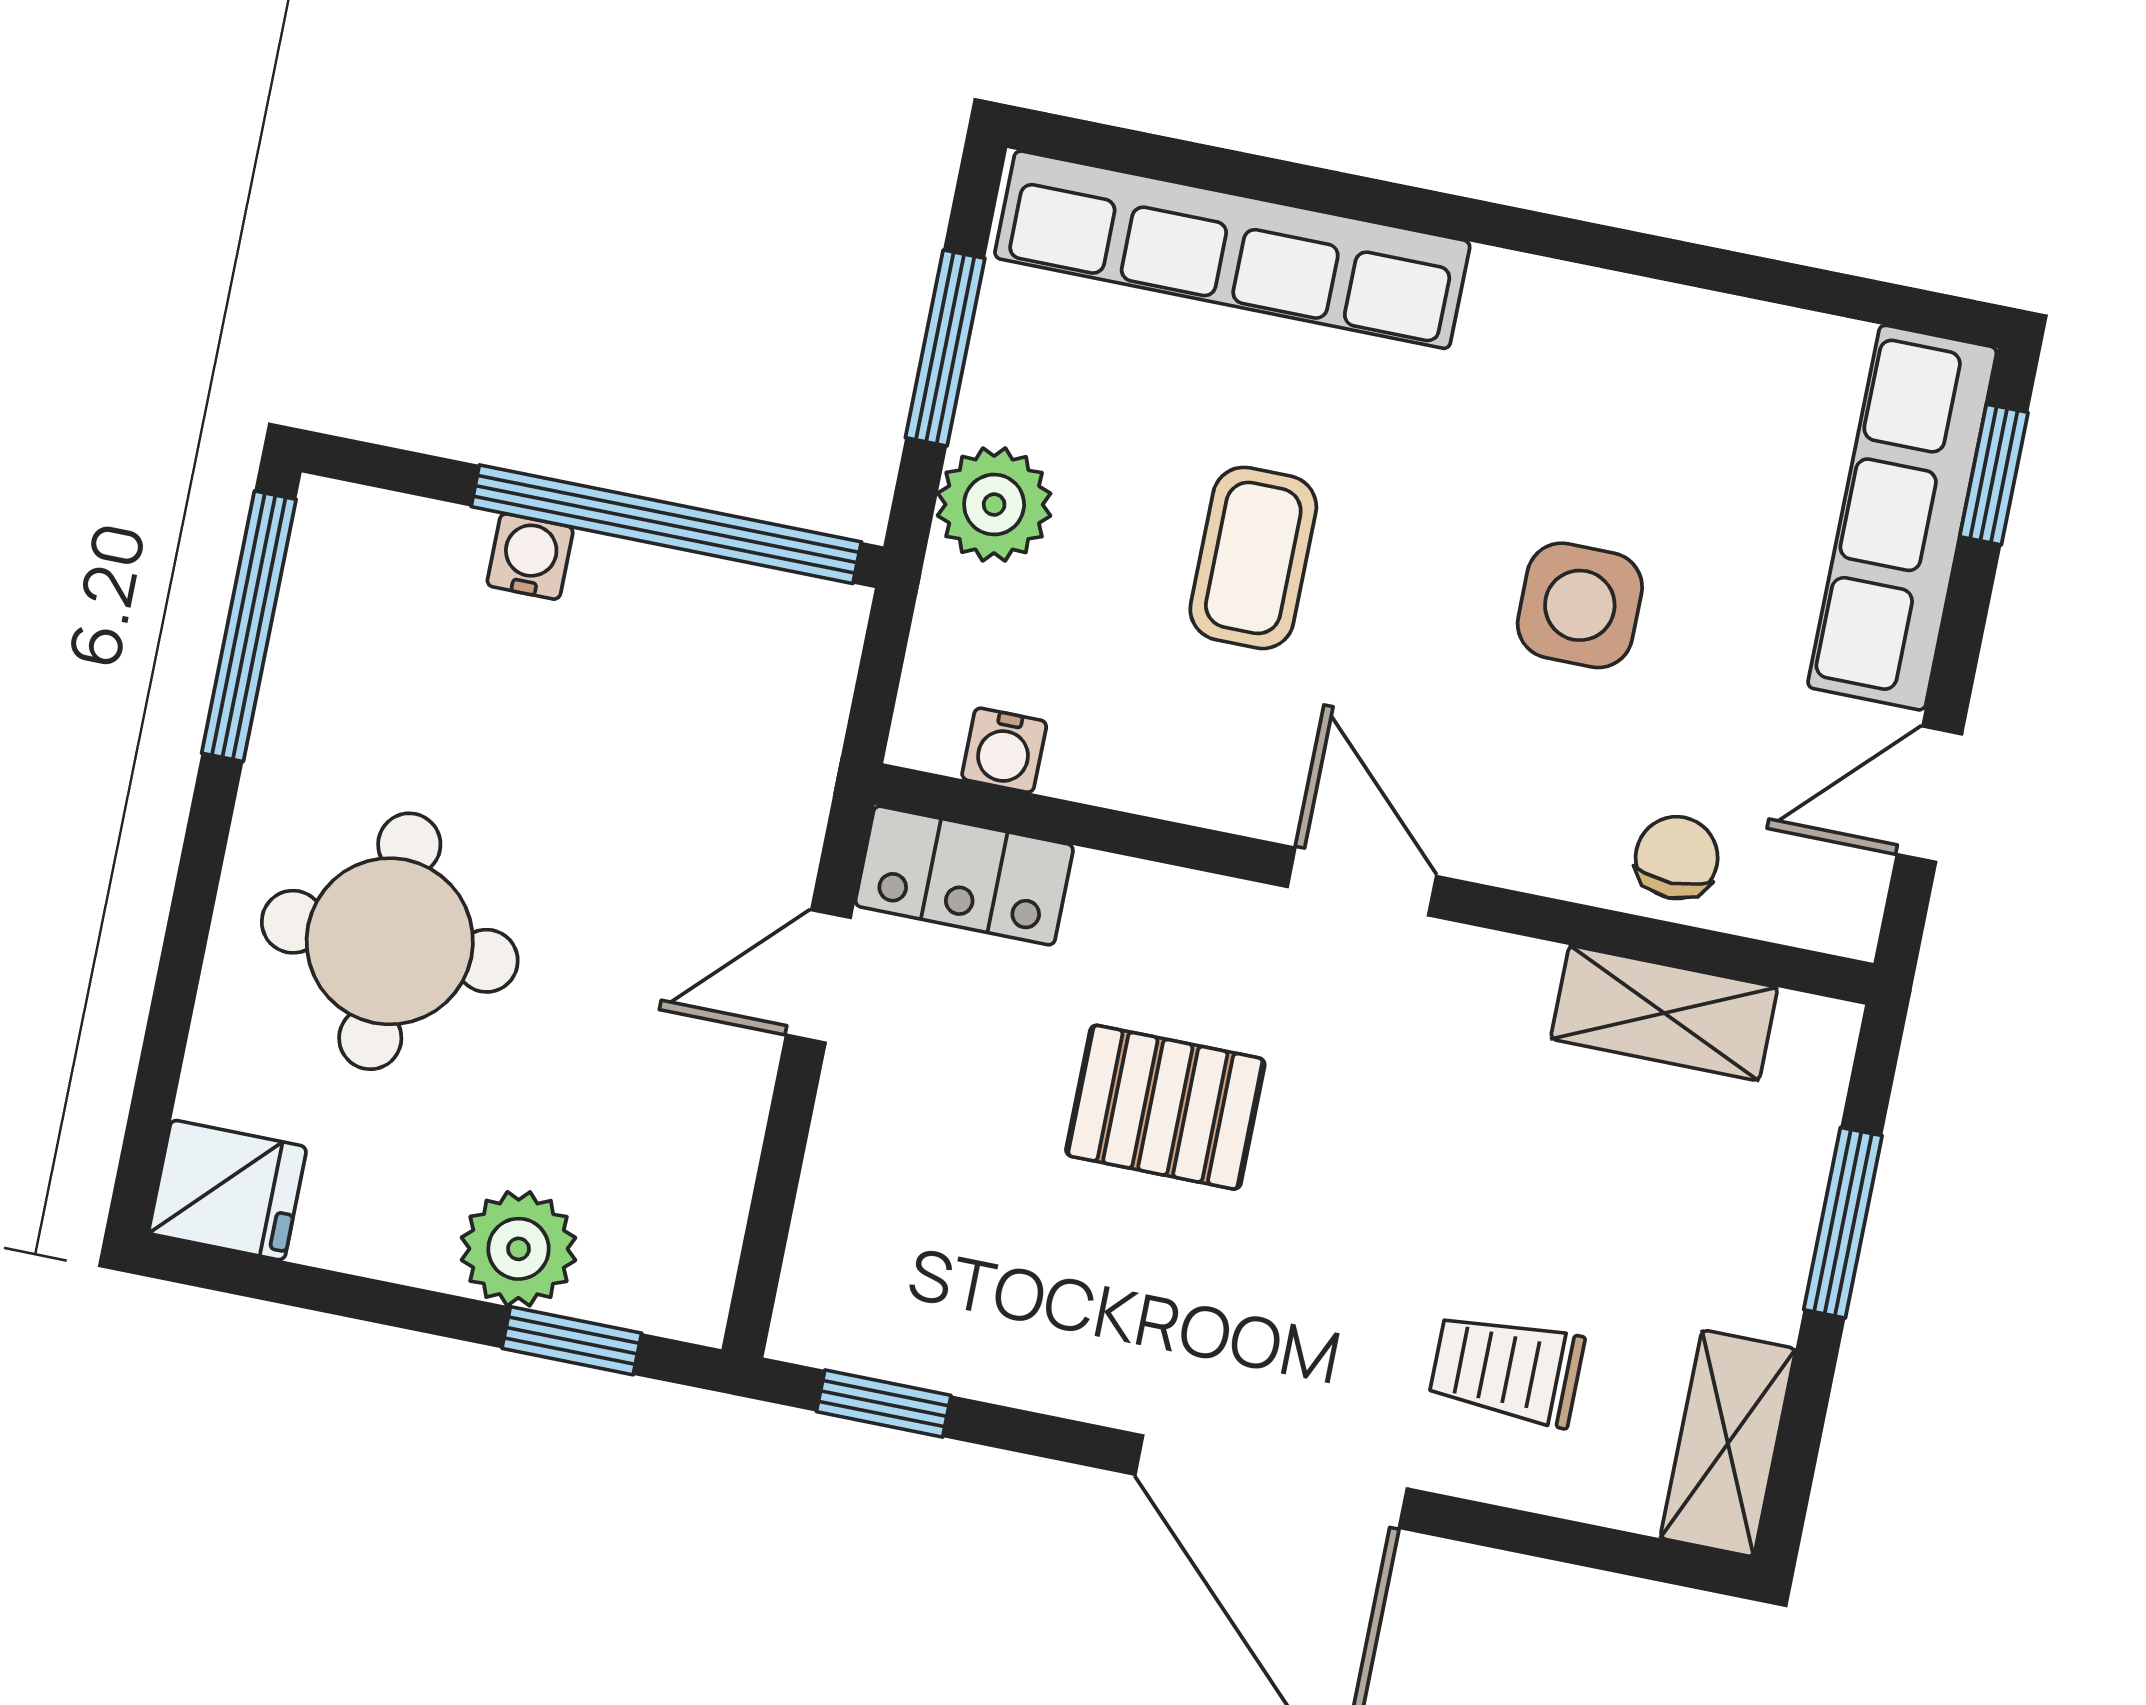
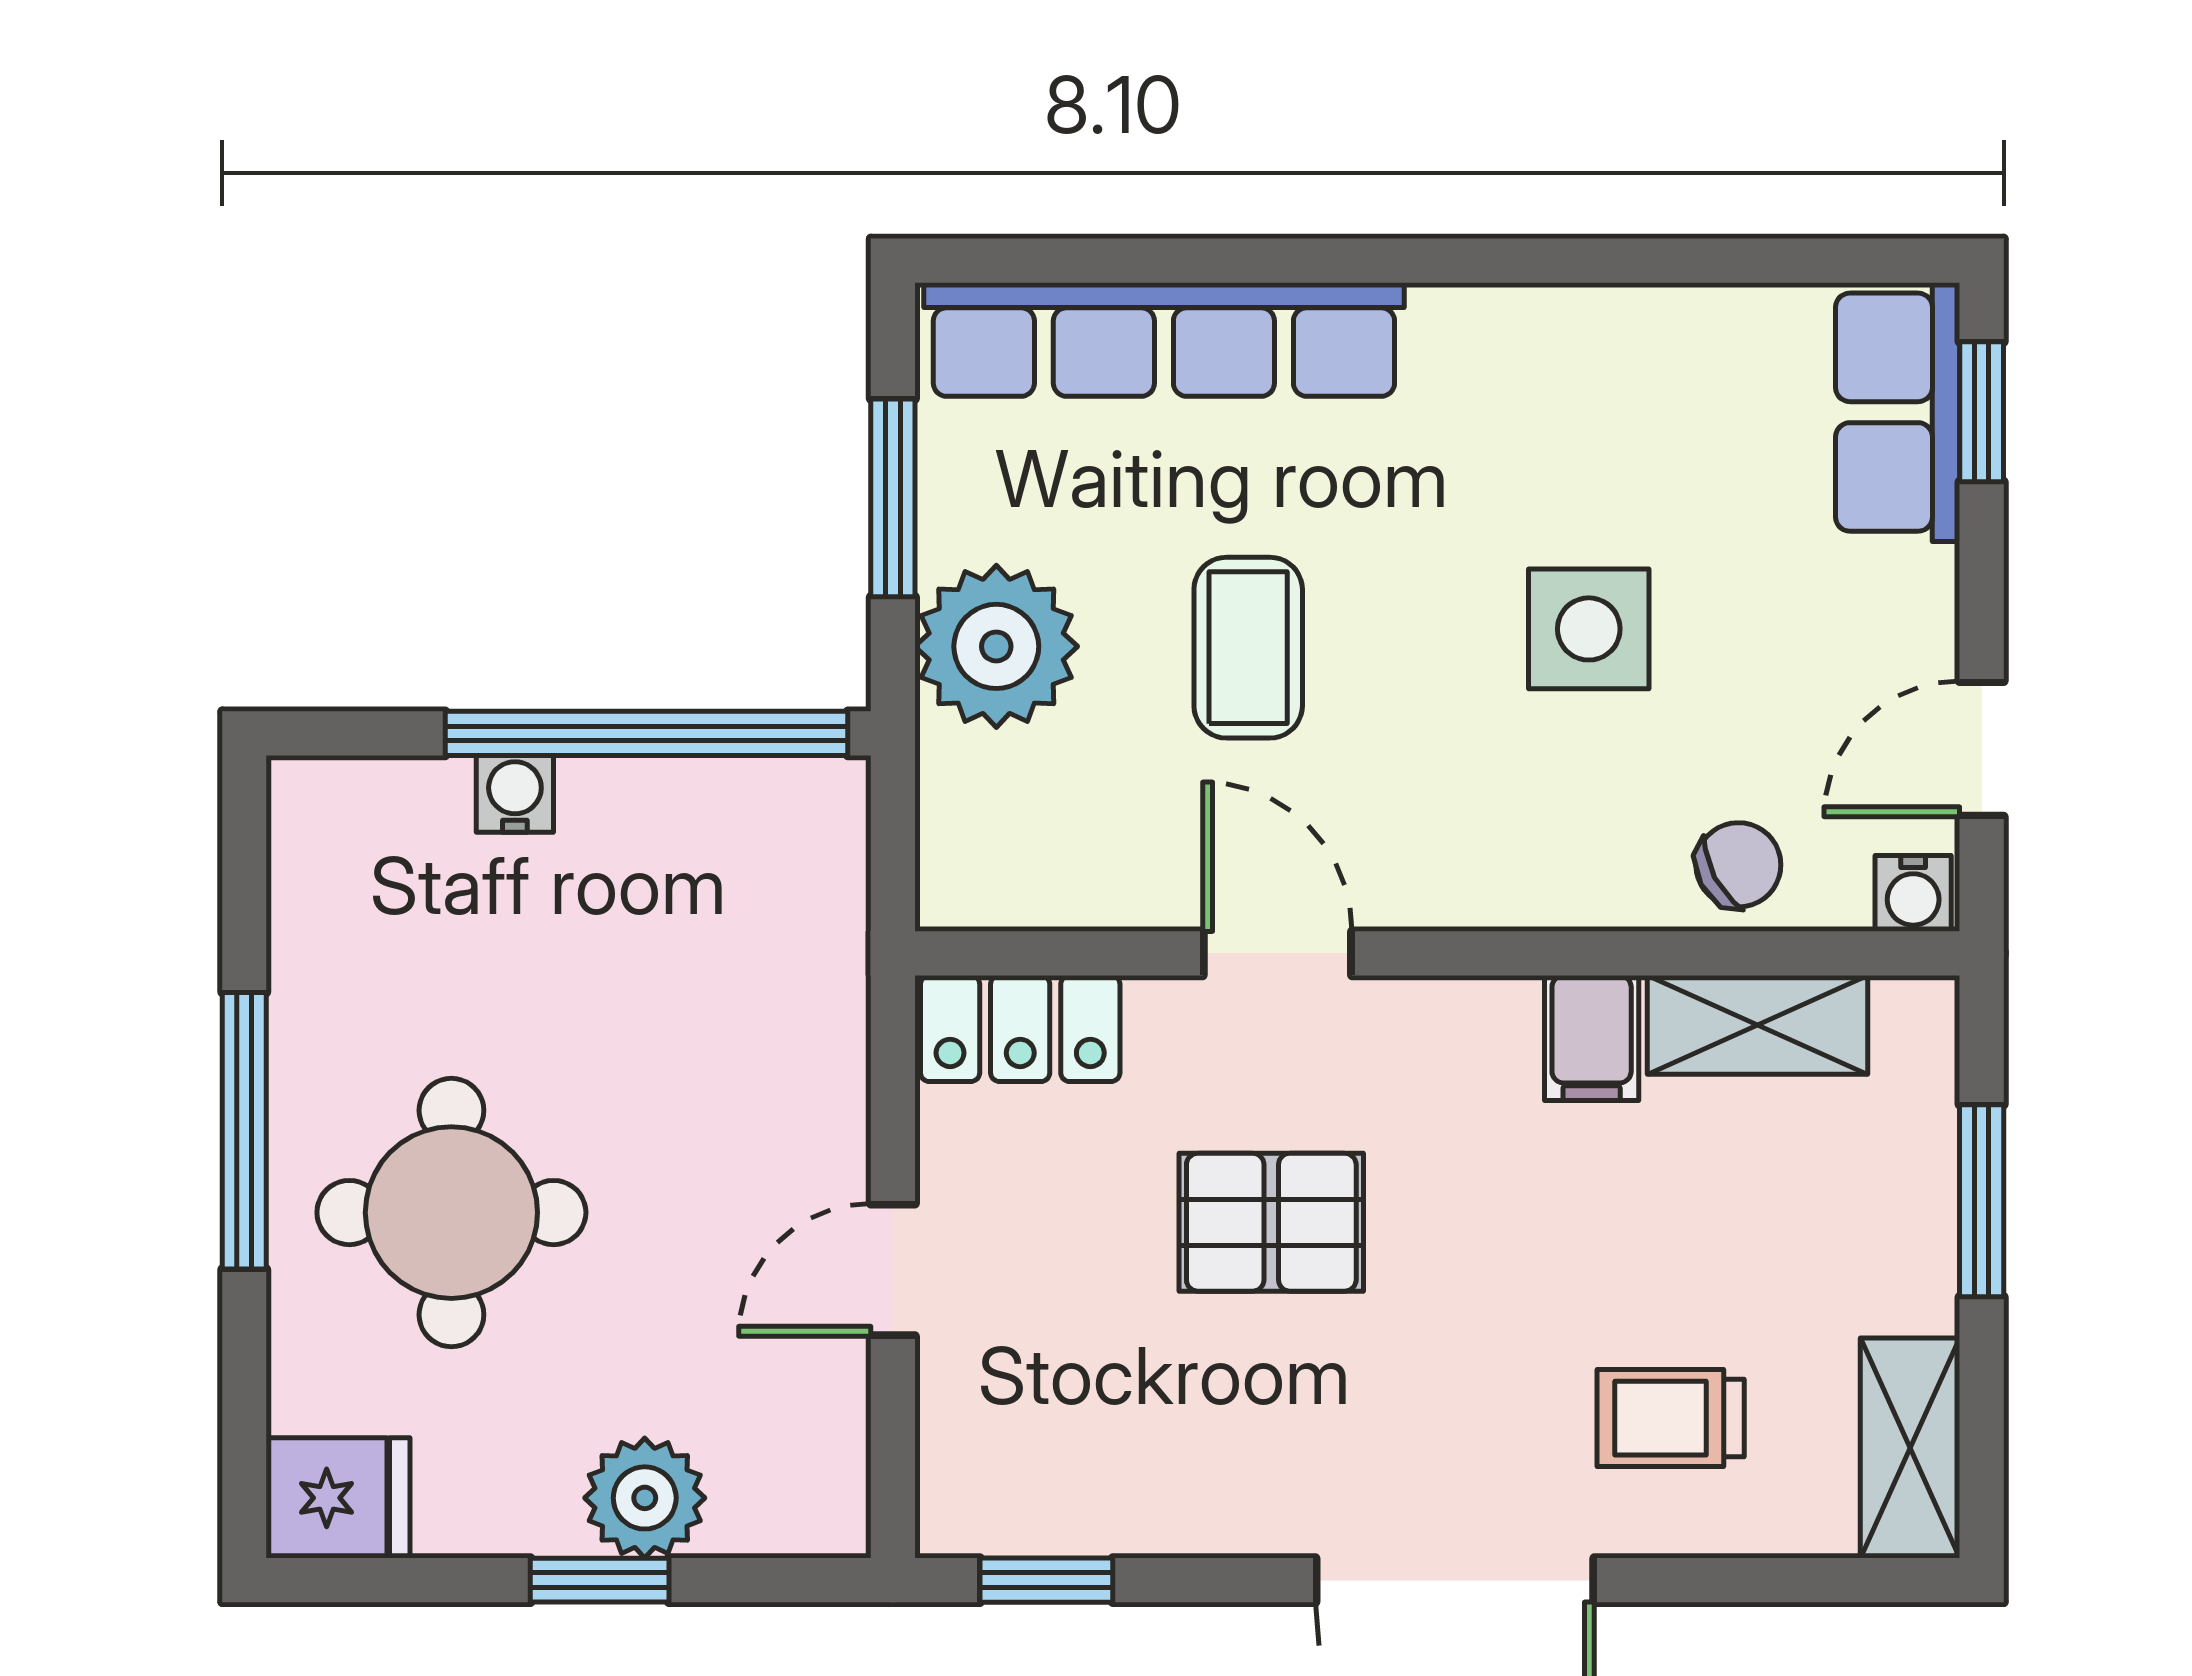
plant: (994, 505) -> (996, 646), width x1.36, depth x1.36
row of seats: (1902, 518) -> (1898, 412), width x0.68
window: (249, 626) -> (244, 1131), moved
water cooler: (1004, 750) -> (1913, 893), moved
chair: (1677, 858) -> (1738, 865), turned 62
door: (1362, 881) -> (1277, 953), moved
door: (818, 976) -> (893, 1270), moved
filing cabinet: (1504, 994) -> (1592, 1038), added
window: (572, 1341) -> (600, 1580), moved

